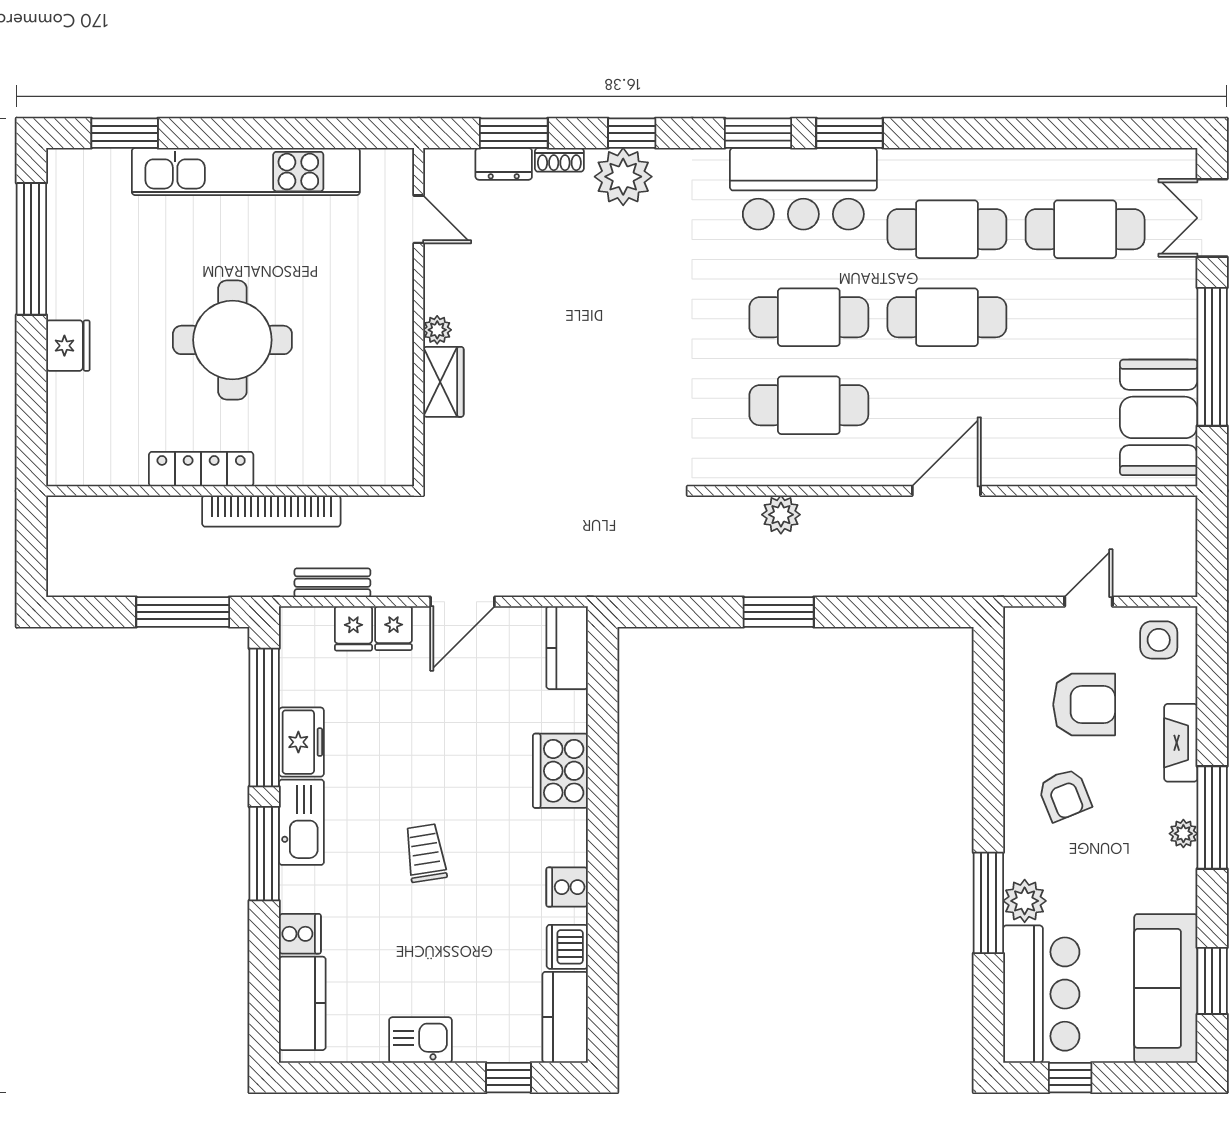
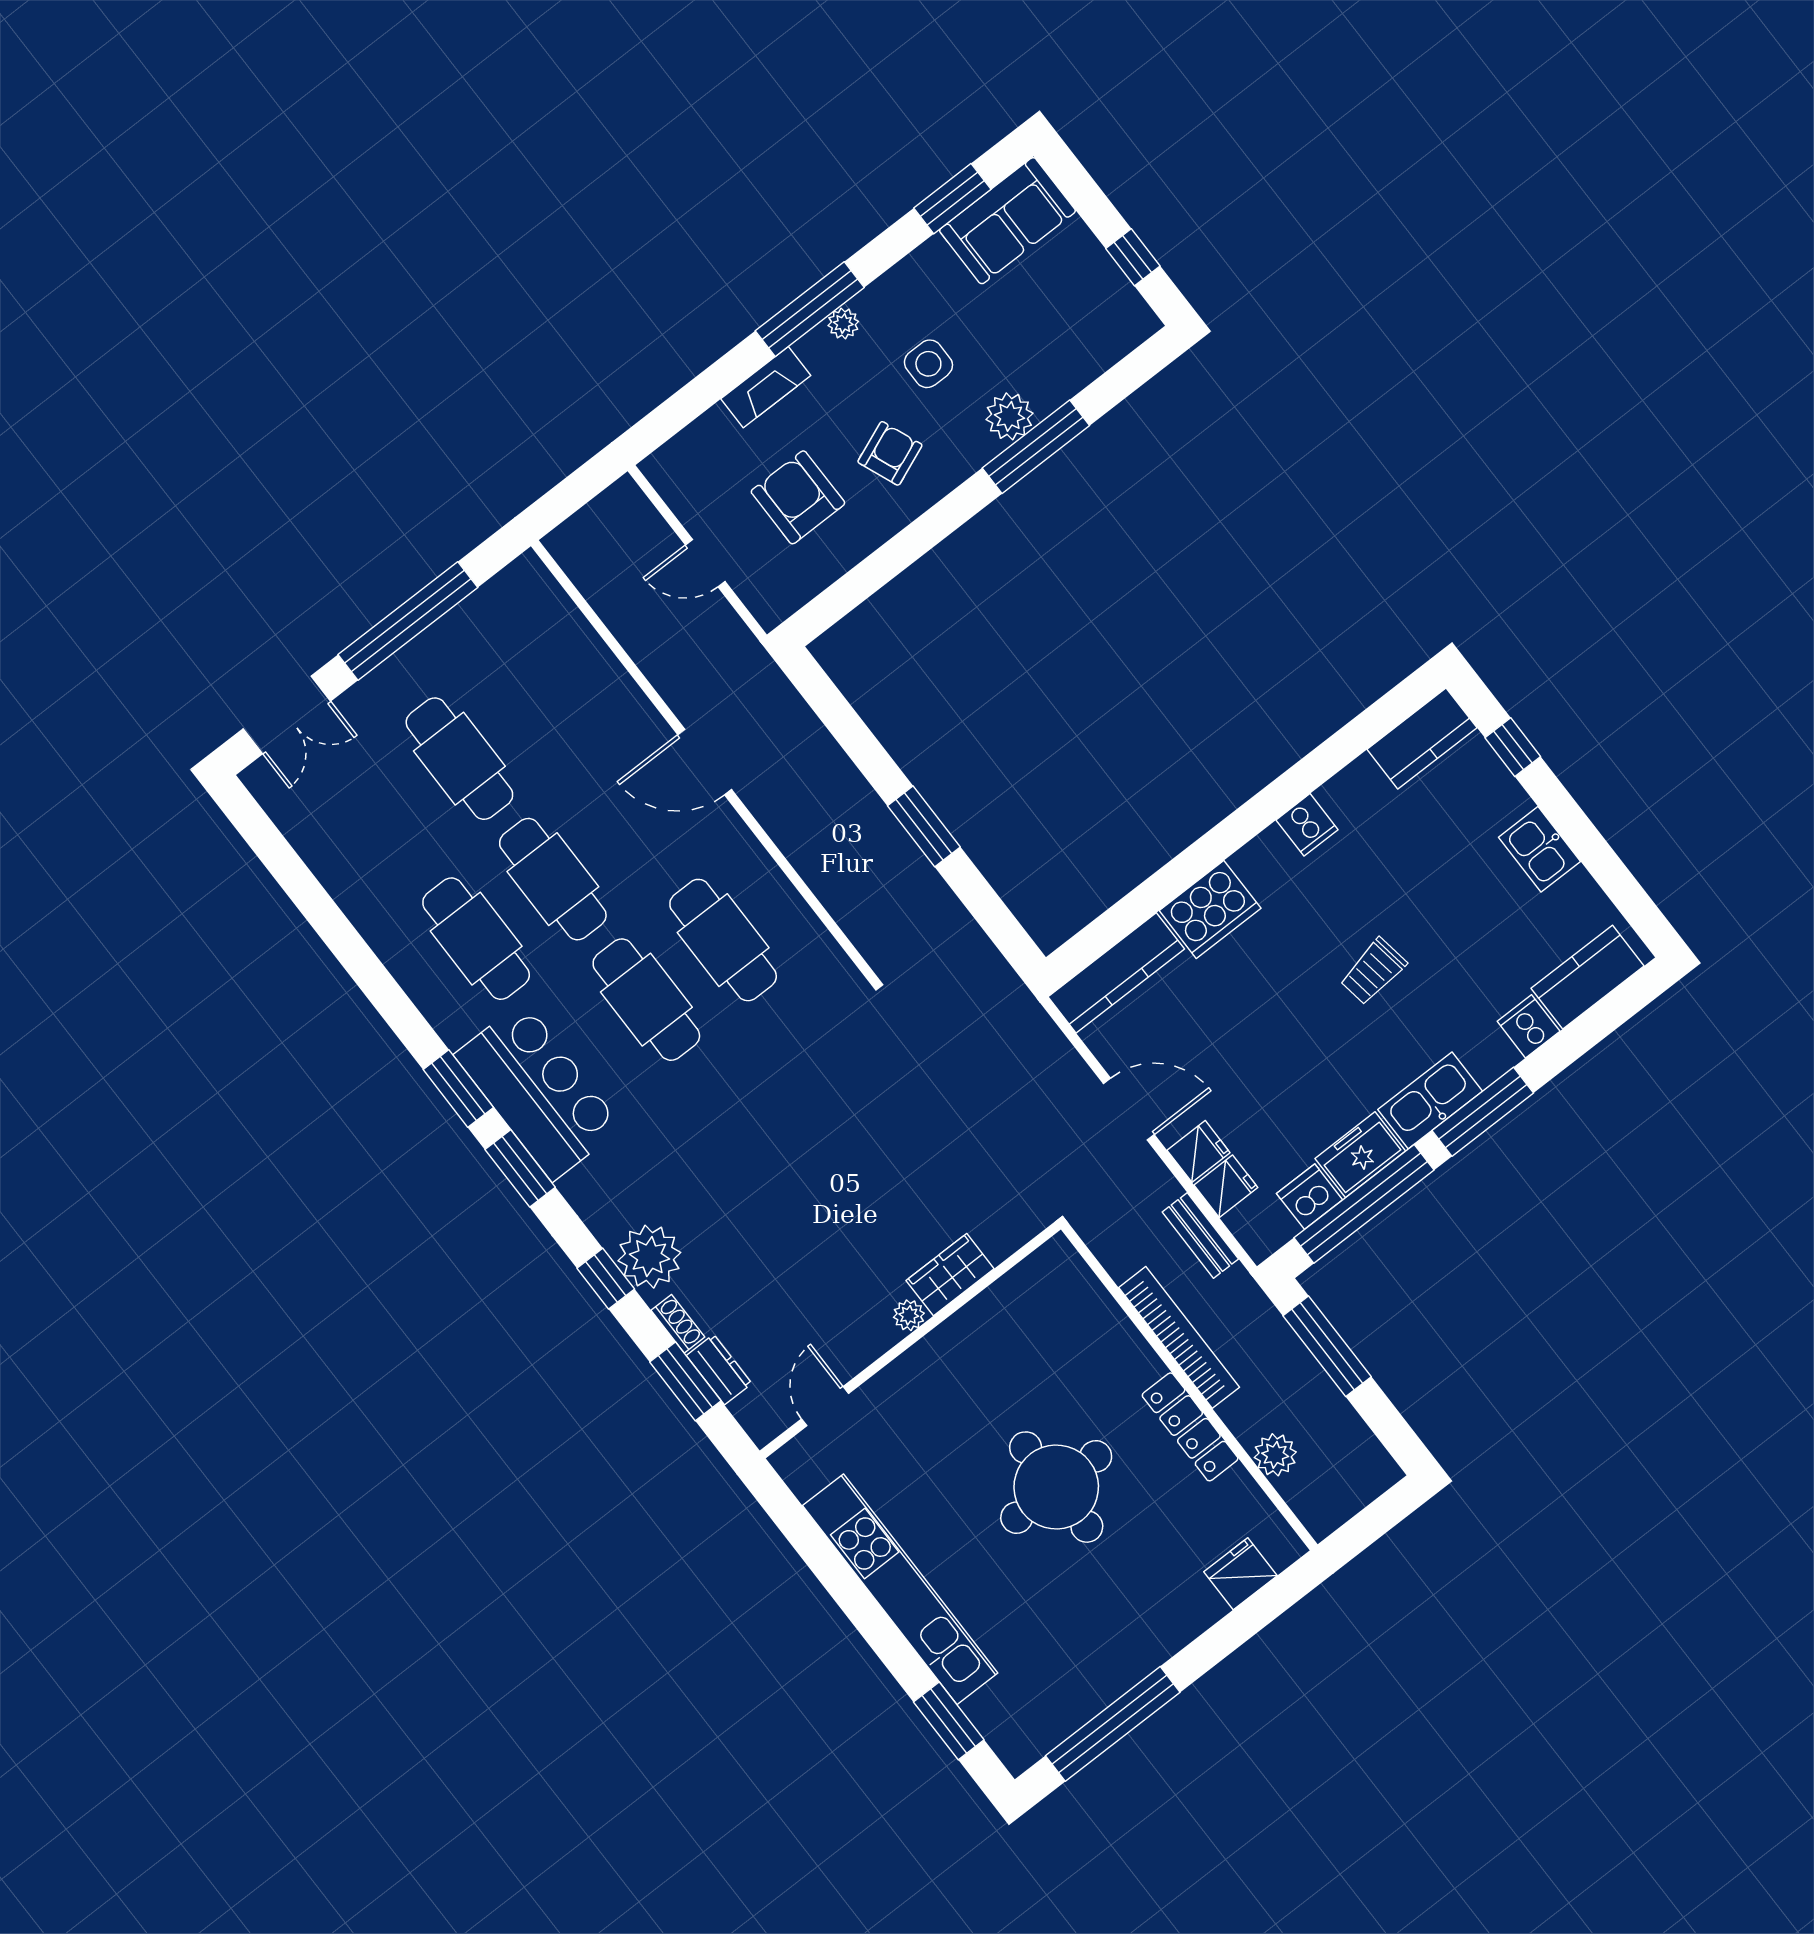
cafe table: (1085, 229) -> (459, 759), moved
fridge: (68, 346) -> (1241, 1574), moved
booth: (1159, 417) -> (497, 627), removed
plant: (781, 515) -> (1275, 1455), moved
side table: (1159, 640) -> (928, 364), moved
kitchen counter: (567, 648) -> (1116, 973), width x1.50
dishwasher: (567, 947) -> (1310, 1197), moved, turned 180
sofa: (1166, 988) -> (1007, 221), width x0.73
bar counter: (1041, 994) -> (1079, 339), removed

